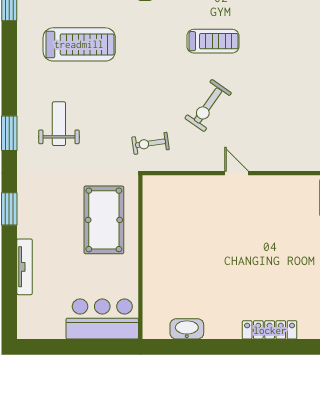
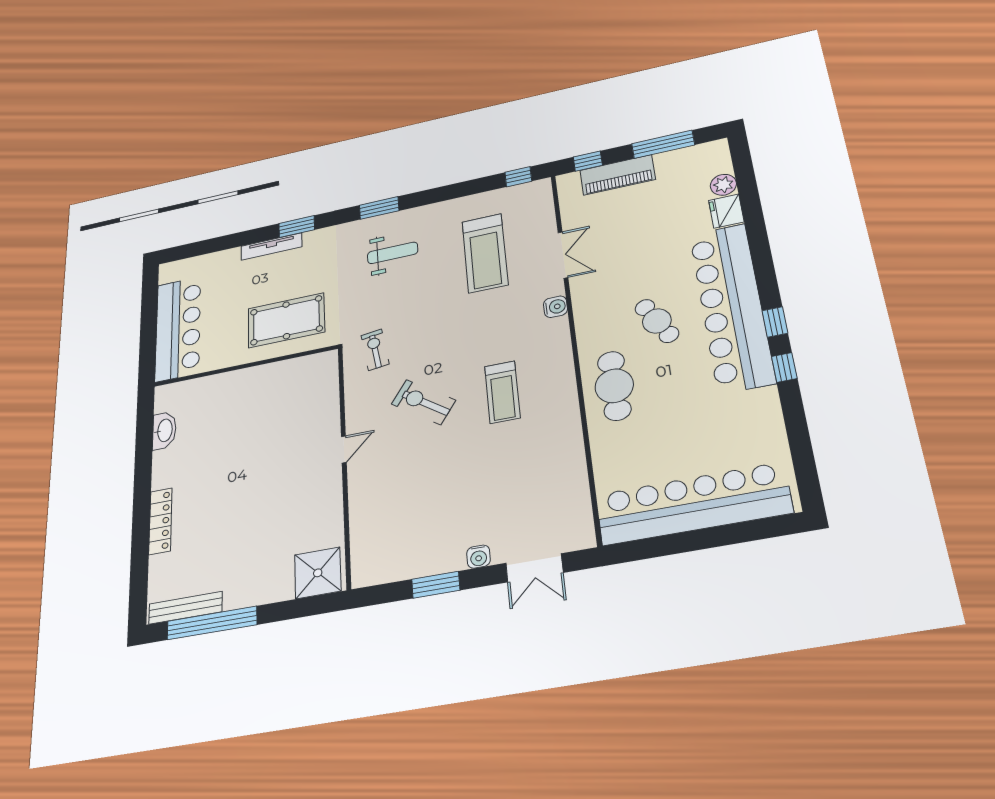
tv unit: (25, 267) -> (271, 246), moved
bar counter: (102, 319) -> (178, 329), width x1.36

